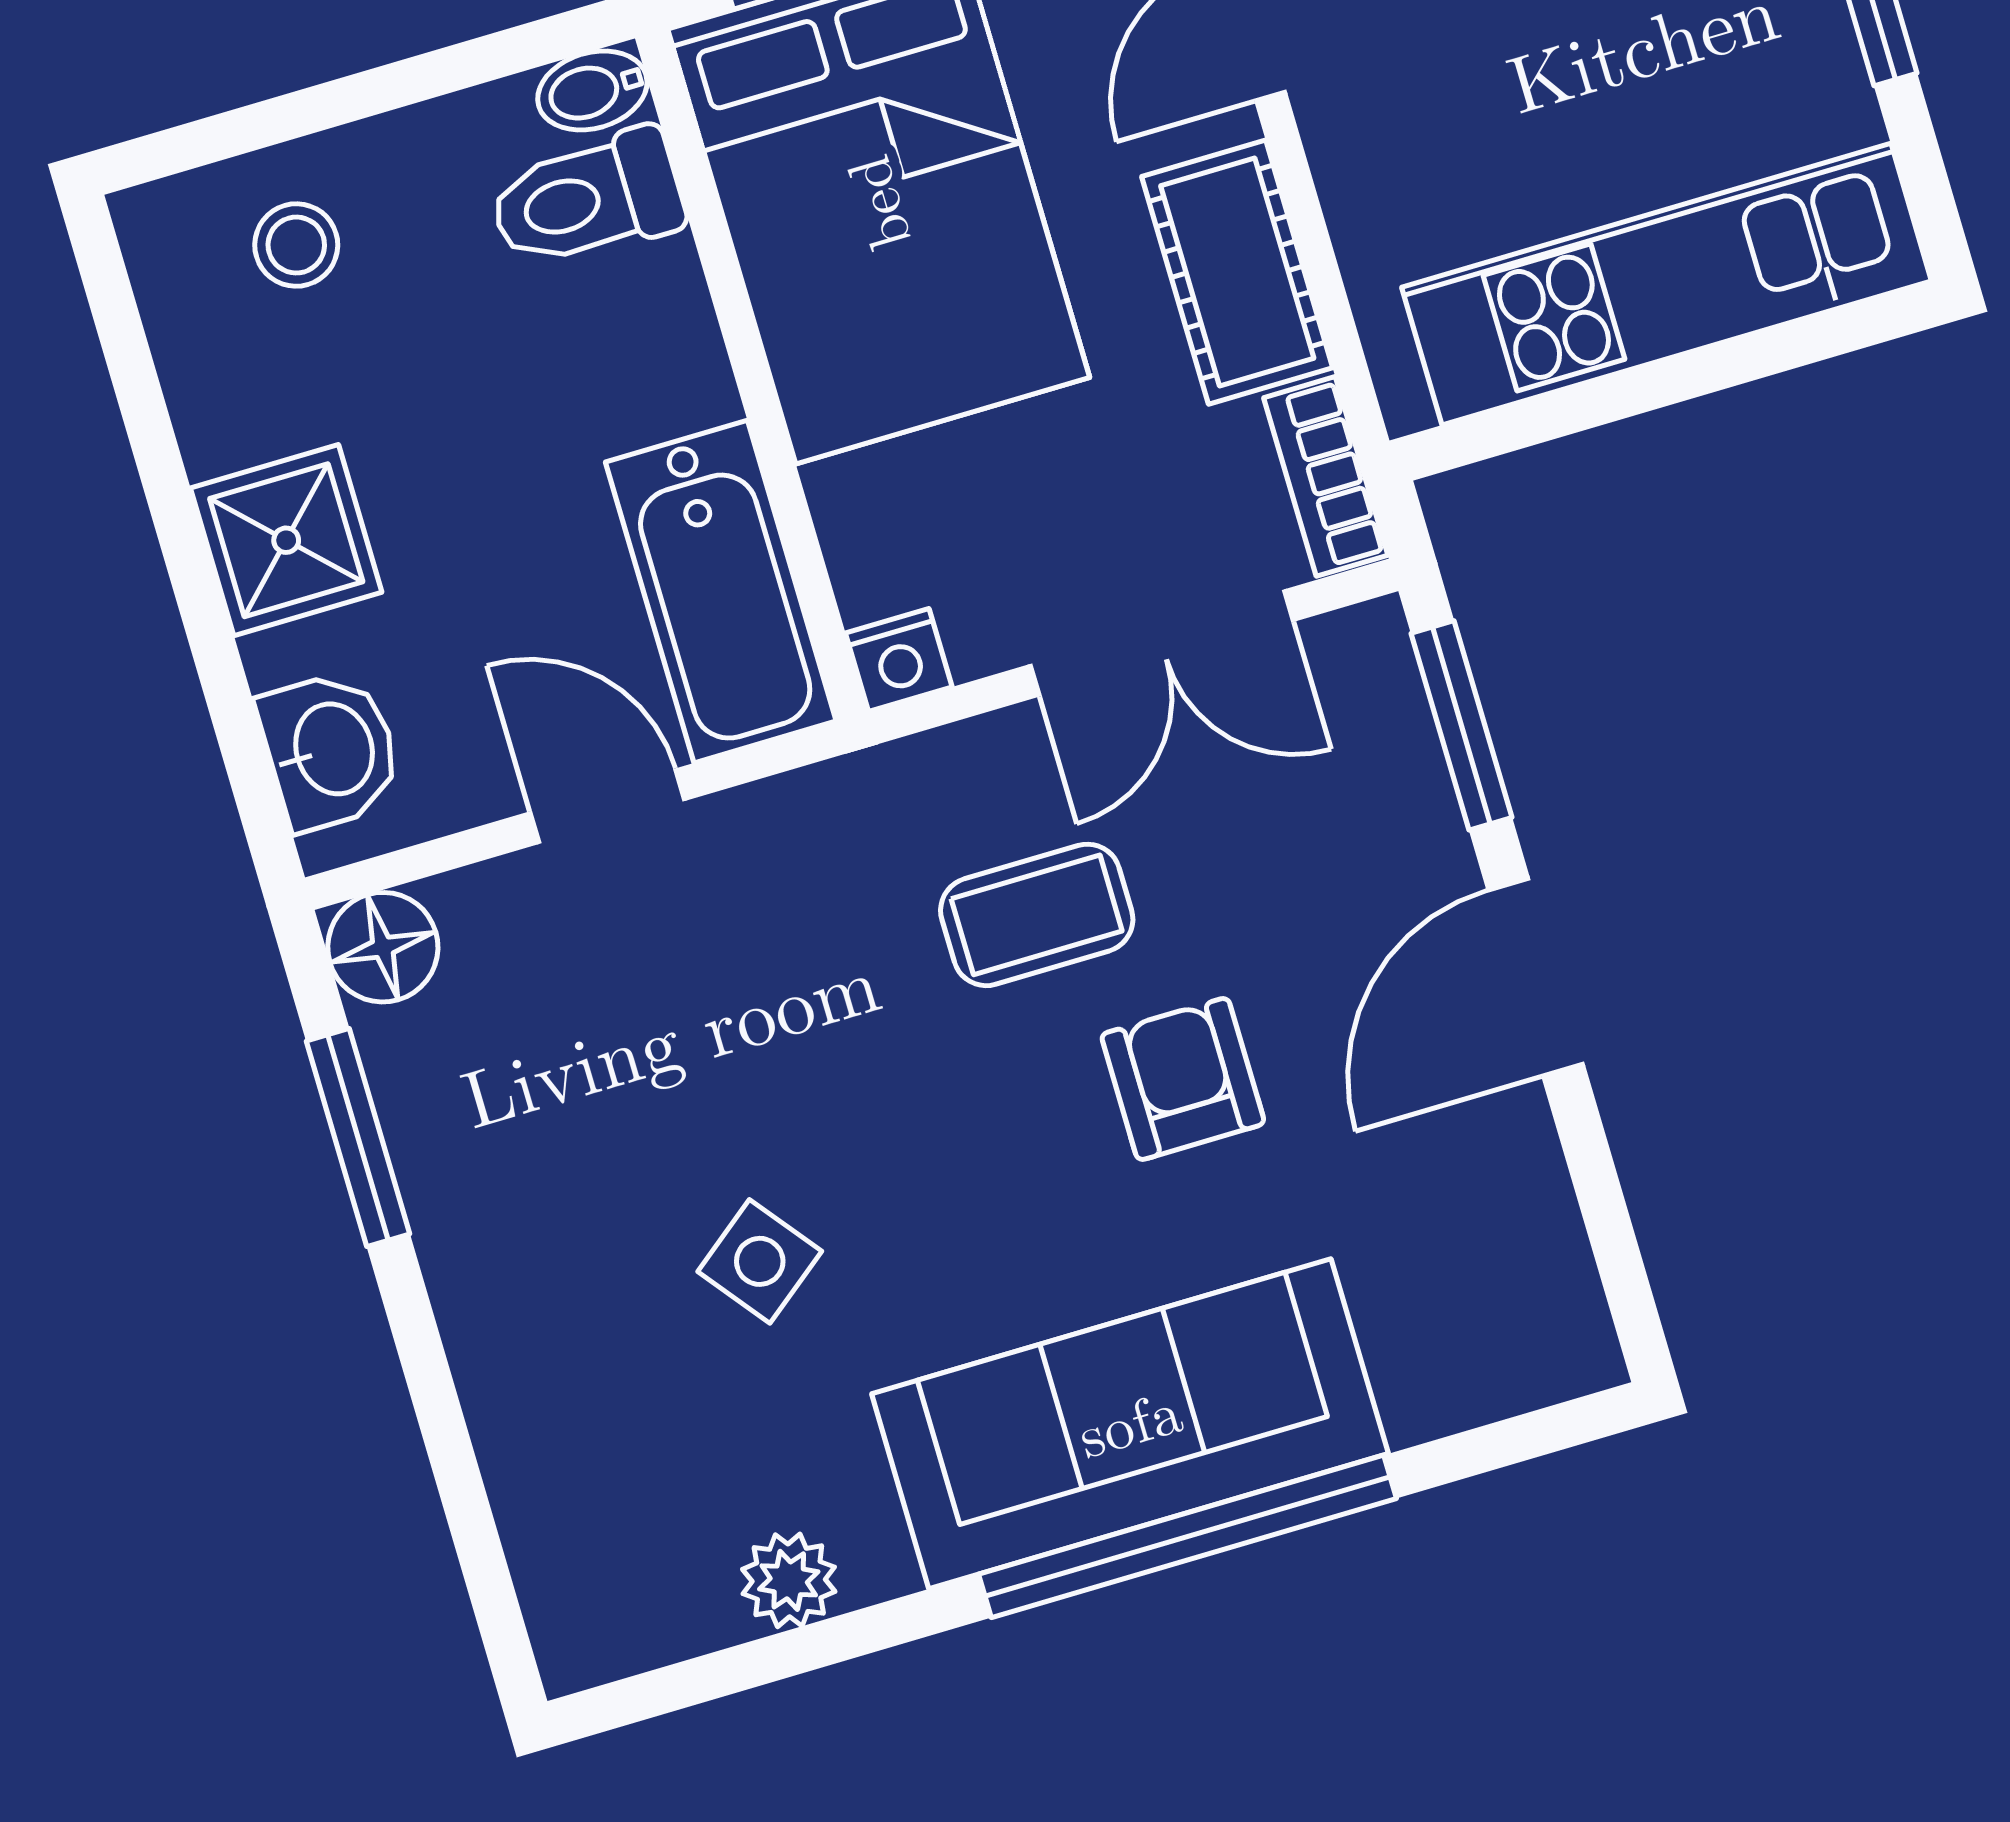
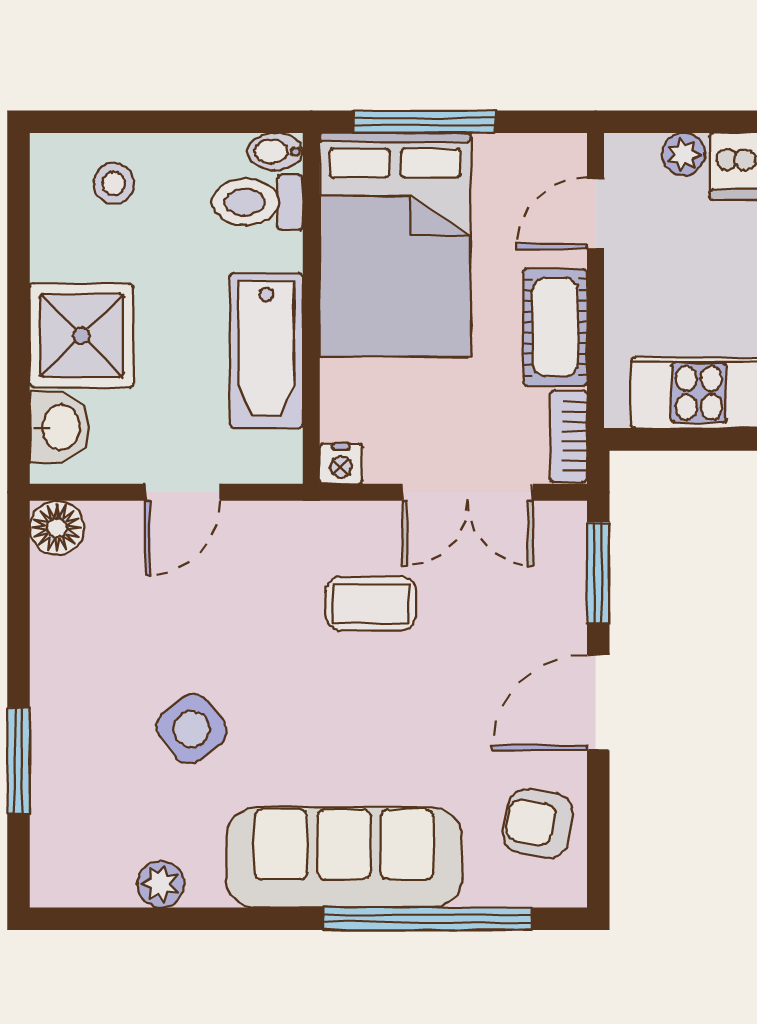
shower: (286, 540) -> (82, 336), width x1.36, depth x1.36
bathtub: (721, 592) -> (266, 350), moved
door: (607, 806) -> (183, 492), swing flipped
armchair: (1183, 1079) -> (538, 824), moved, turned -81
window: (358, 1138) -> (19, 761), moved
side table: (760, 1261) -> (191, 729), width x1.37, depth x1.37
window: (1188, 1536) -> (427, 919), moved

